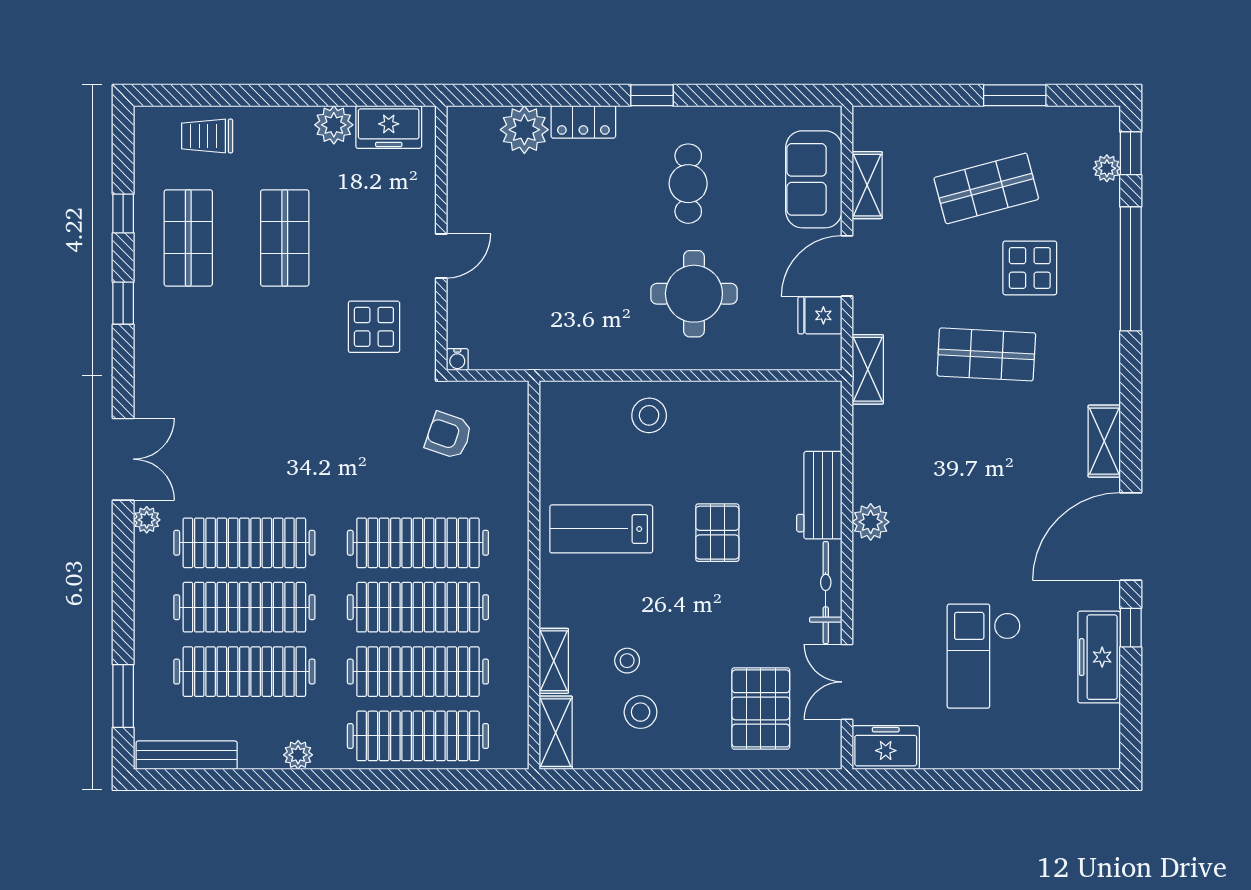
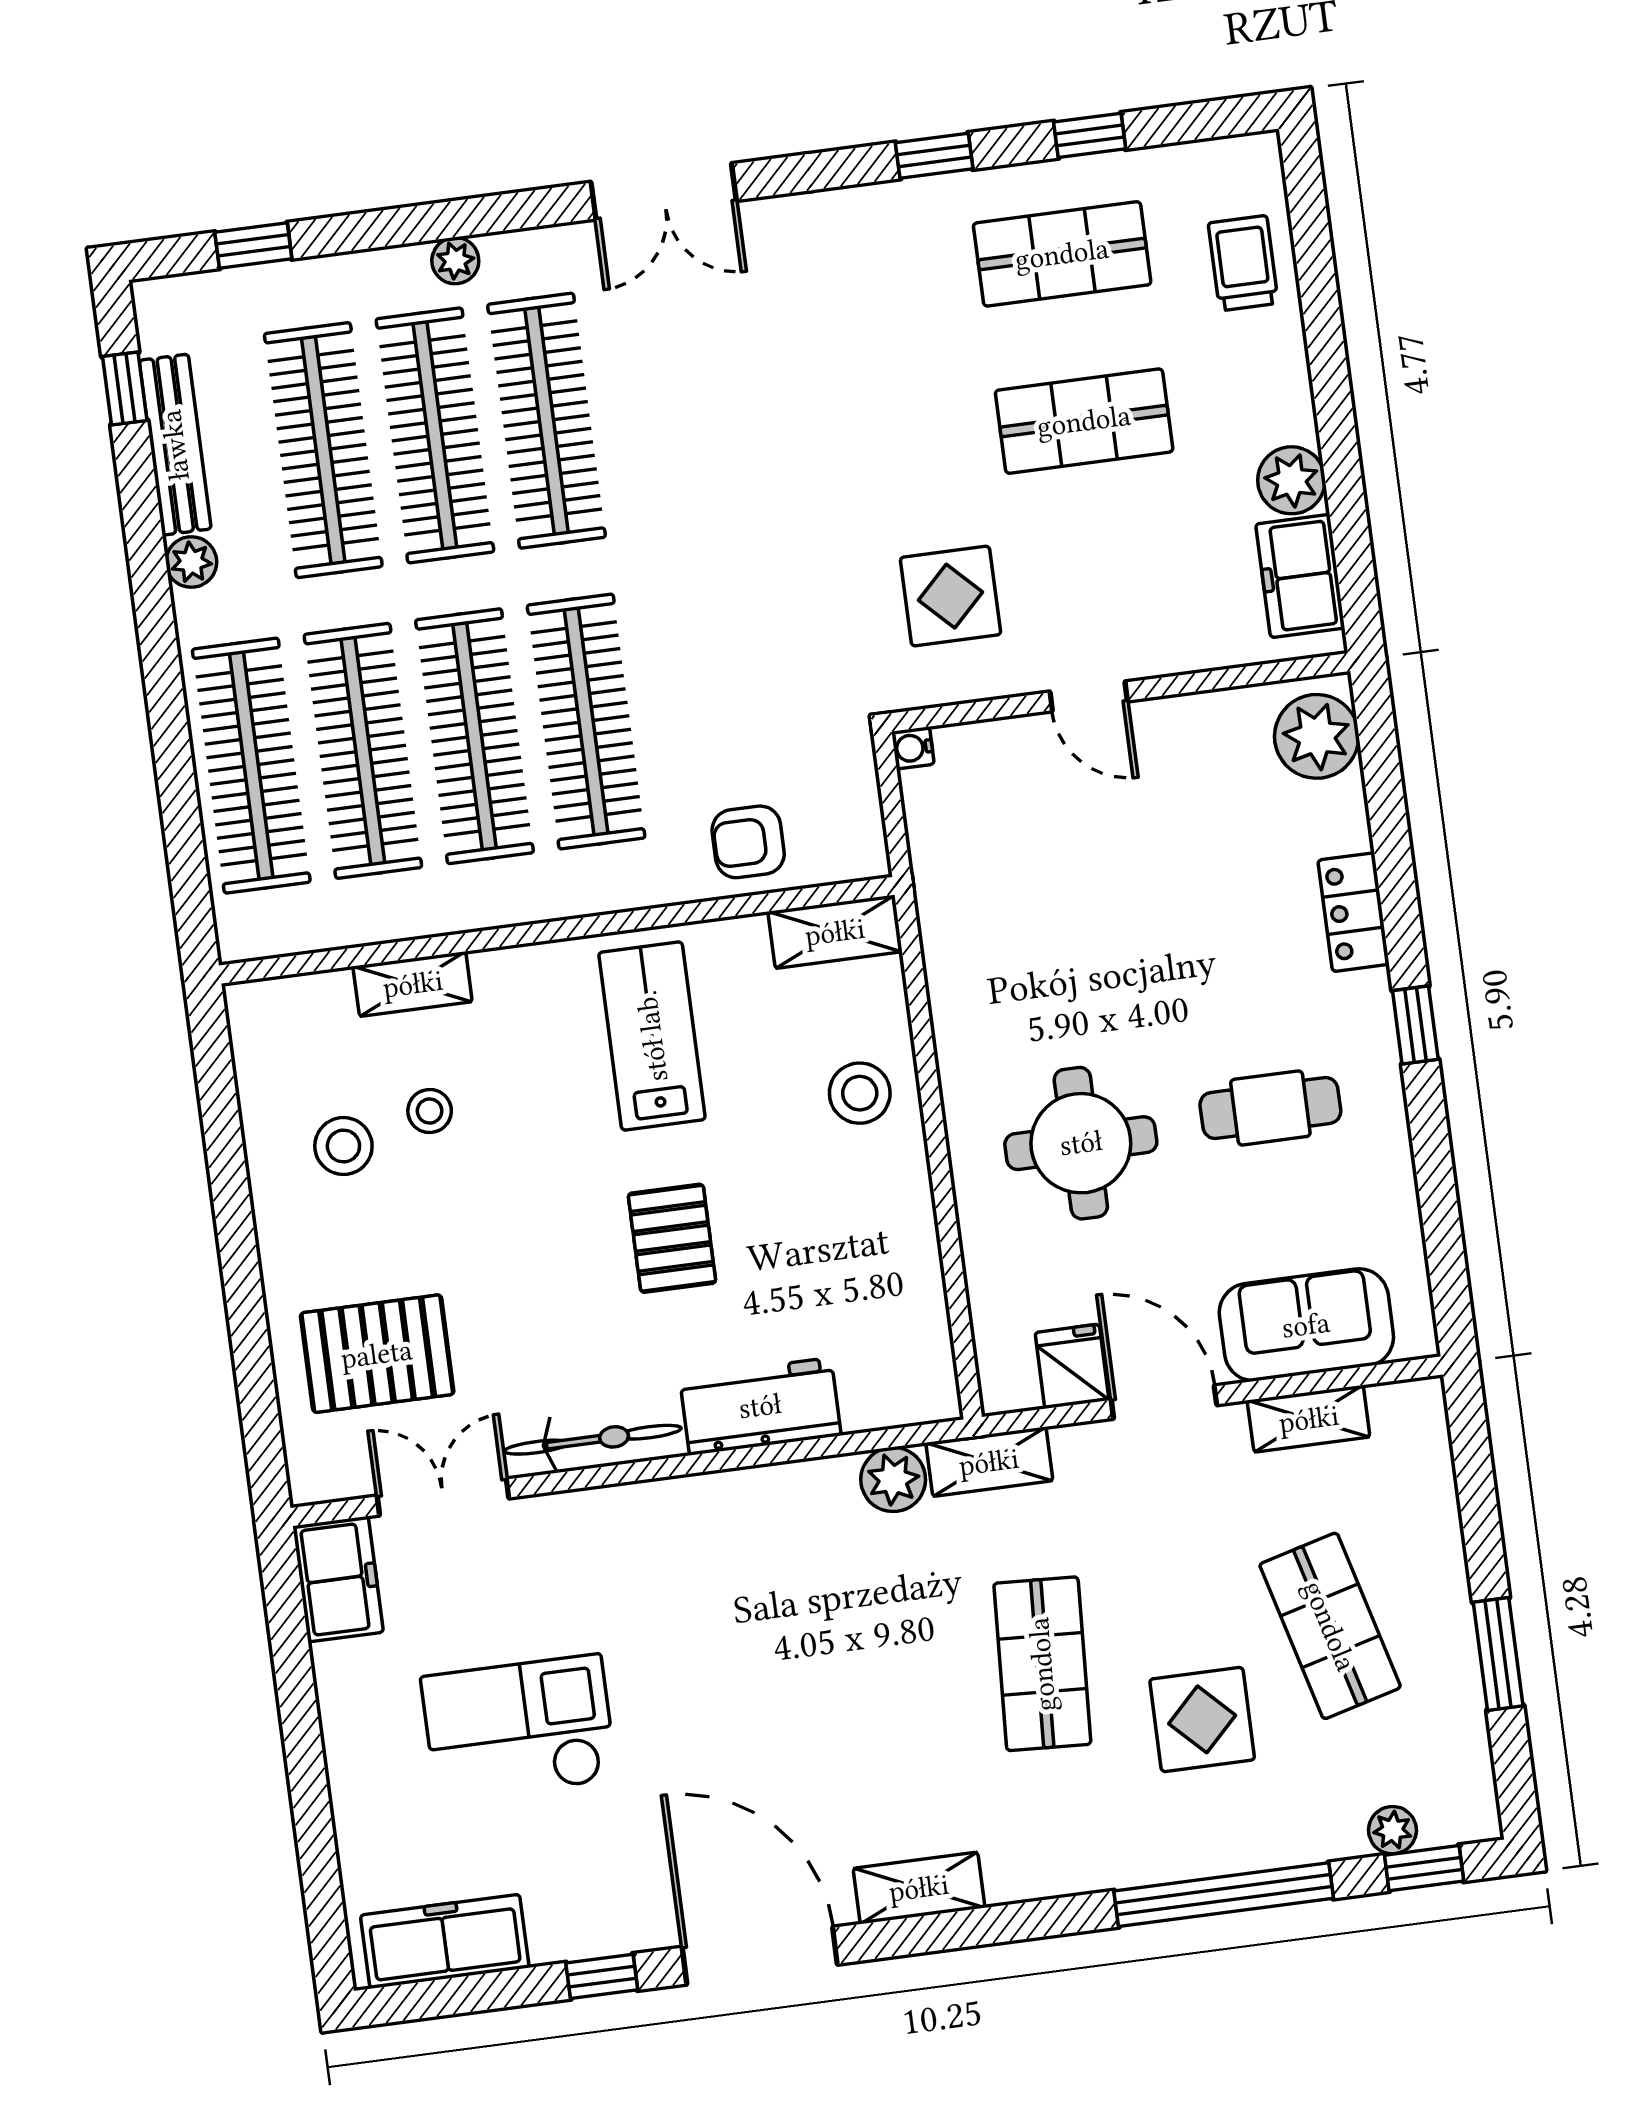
plant: (524, 130) -> (1317, 736), moved
armchair: (448, 435) -> (748, 842), moved, turned -109
plant: (147, 520) -> (455, 261), moved
plant: (871, 522) -> (893, 1479), moved
pallet: (717, 533) -> (672, 1238), turned 90
freezer: (1099, 657) -> (445, 1941), moved
window: (123, 696) -> (253, 245), width x0.67
shelving: (556, 733) -> (835, 932), moved
bench: (187, 755) -> (175, 445), moved
window: (195, 780) -> (125, 389), added

